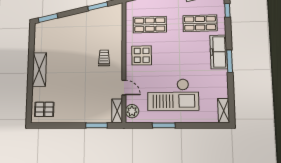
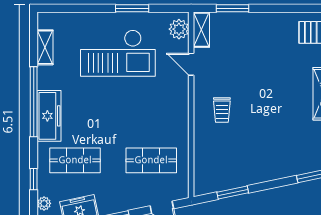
display table: (142, 55) -> (164, 113), removed
window: (230, 61) -> (34, 102), width x2.11
checkout: (173, 95) -> (118, 53), turned 180
shelving: (224, 111) -> (45, 47), moved

